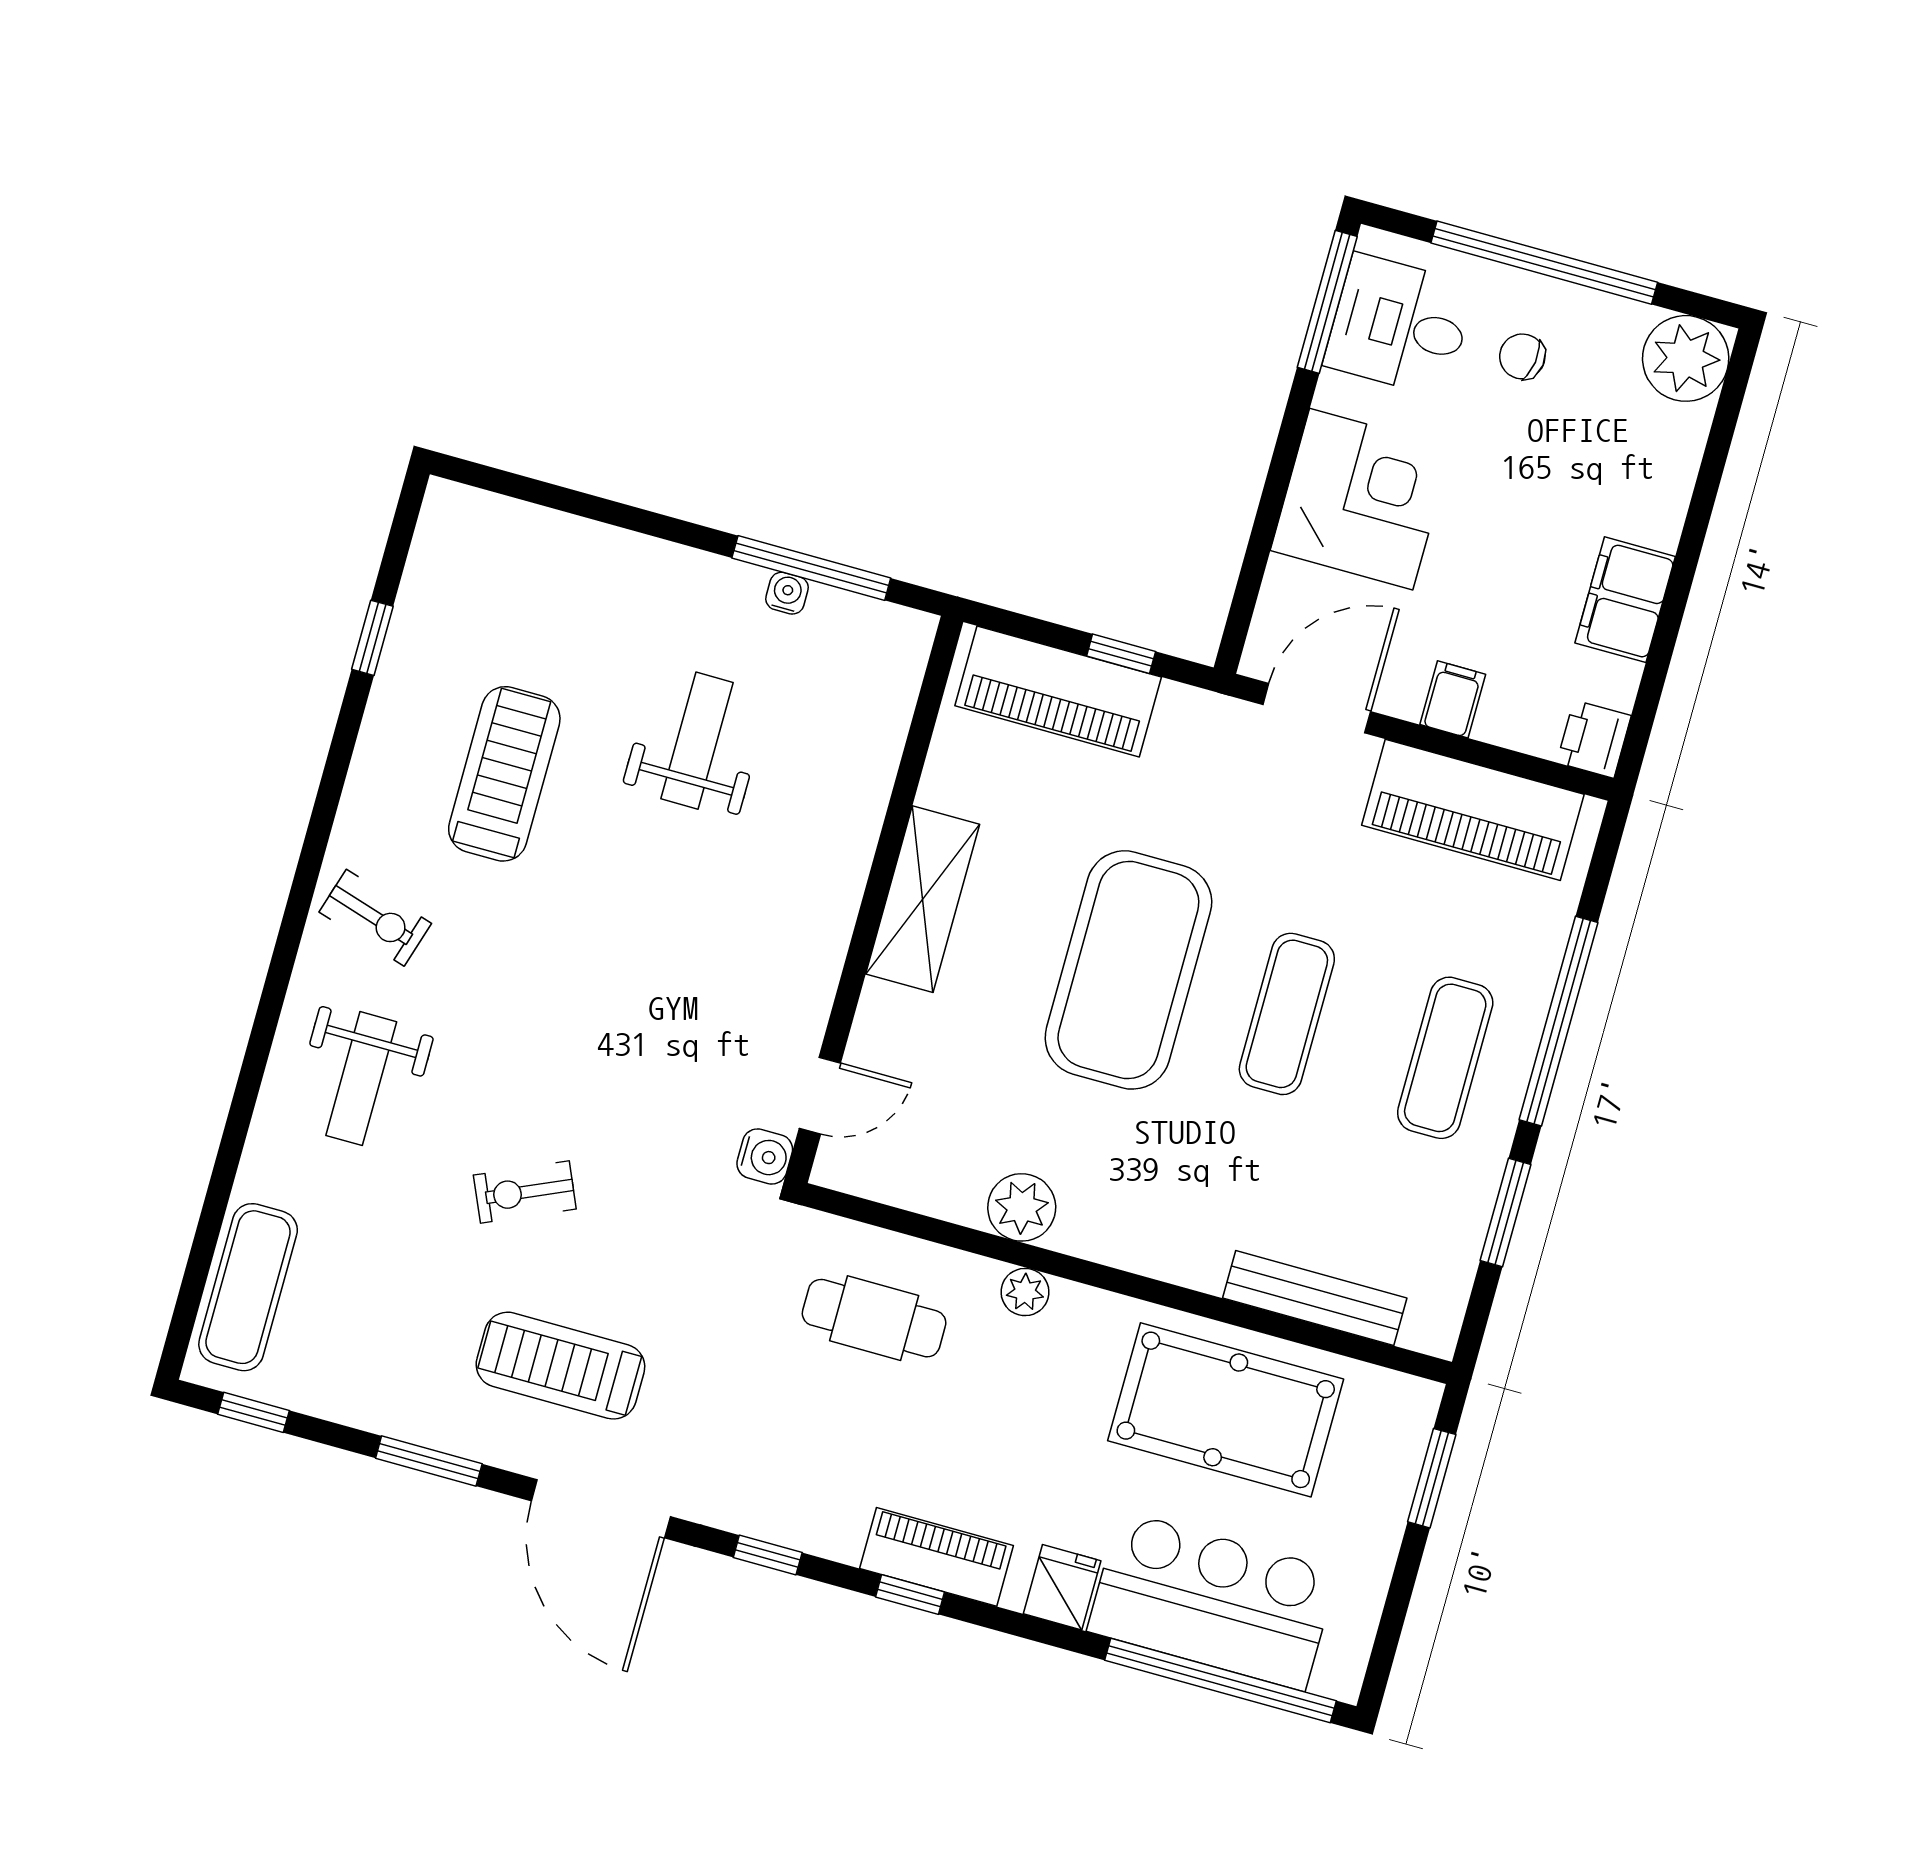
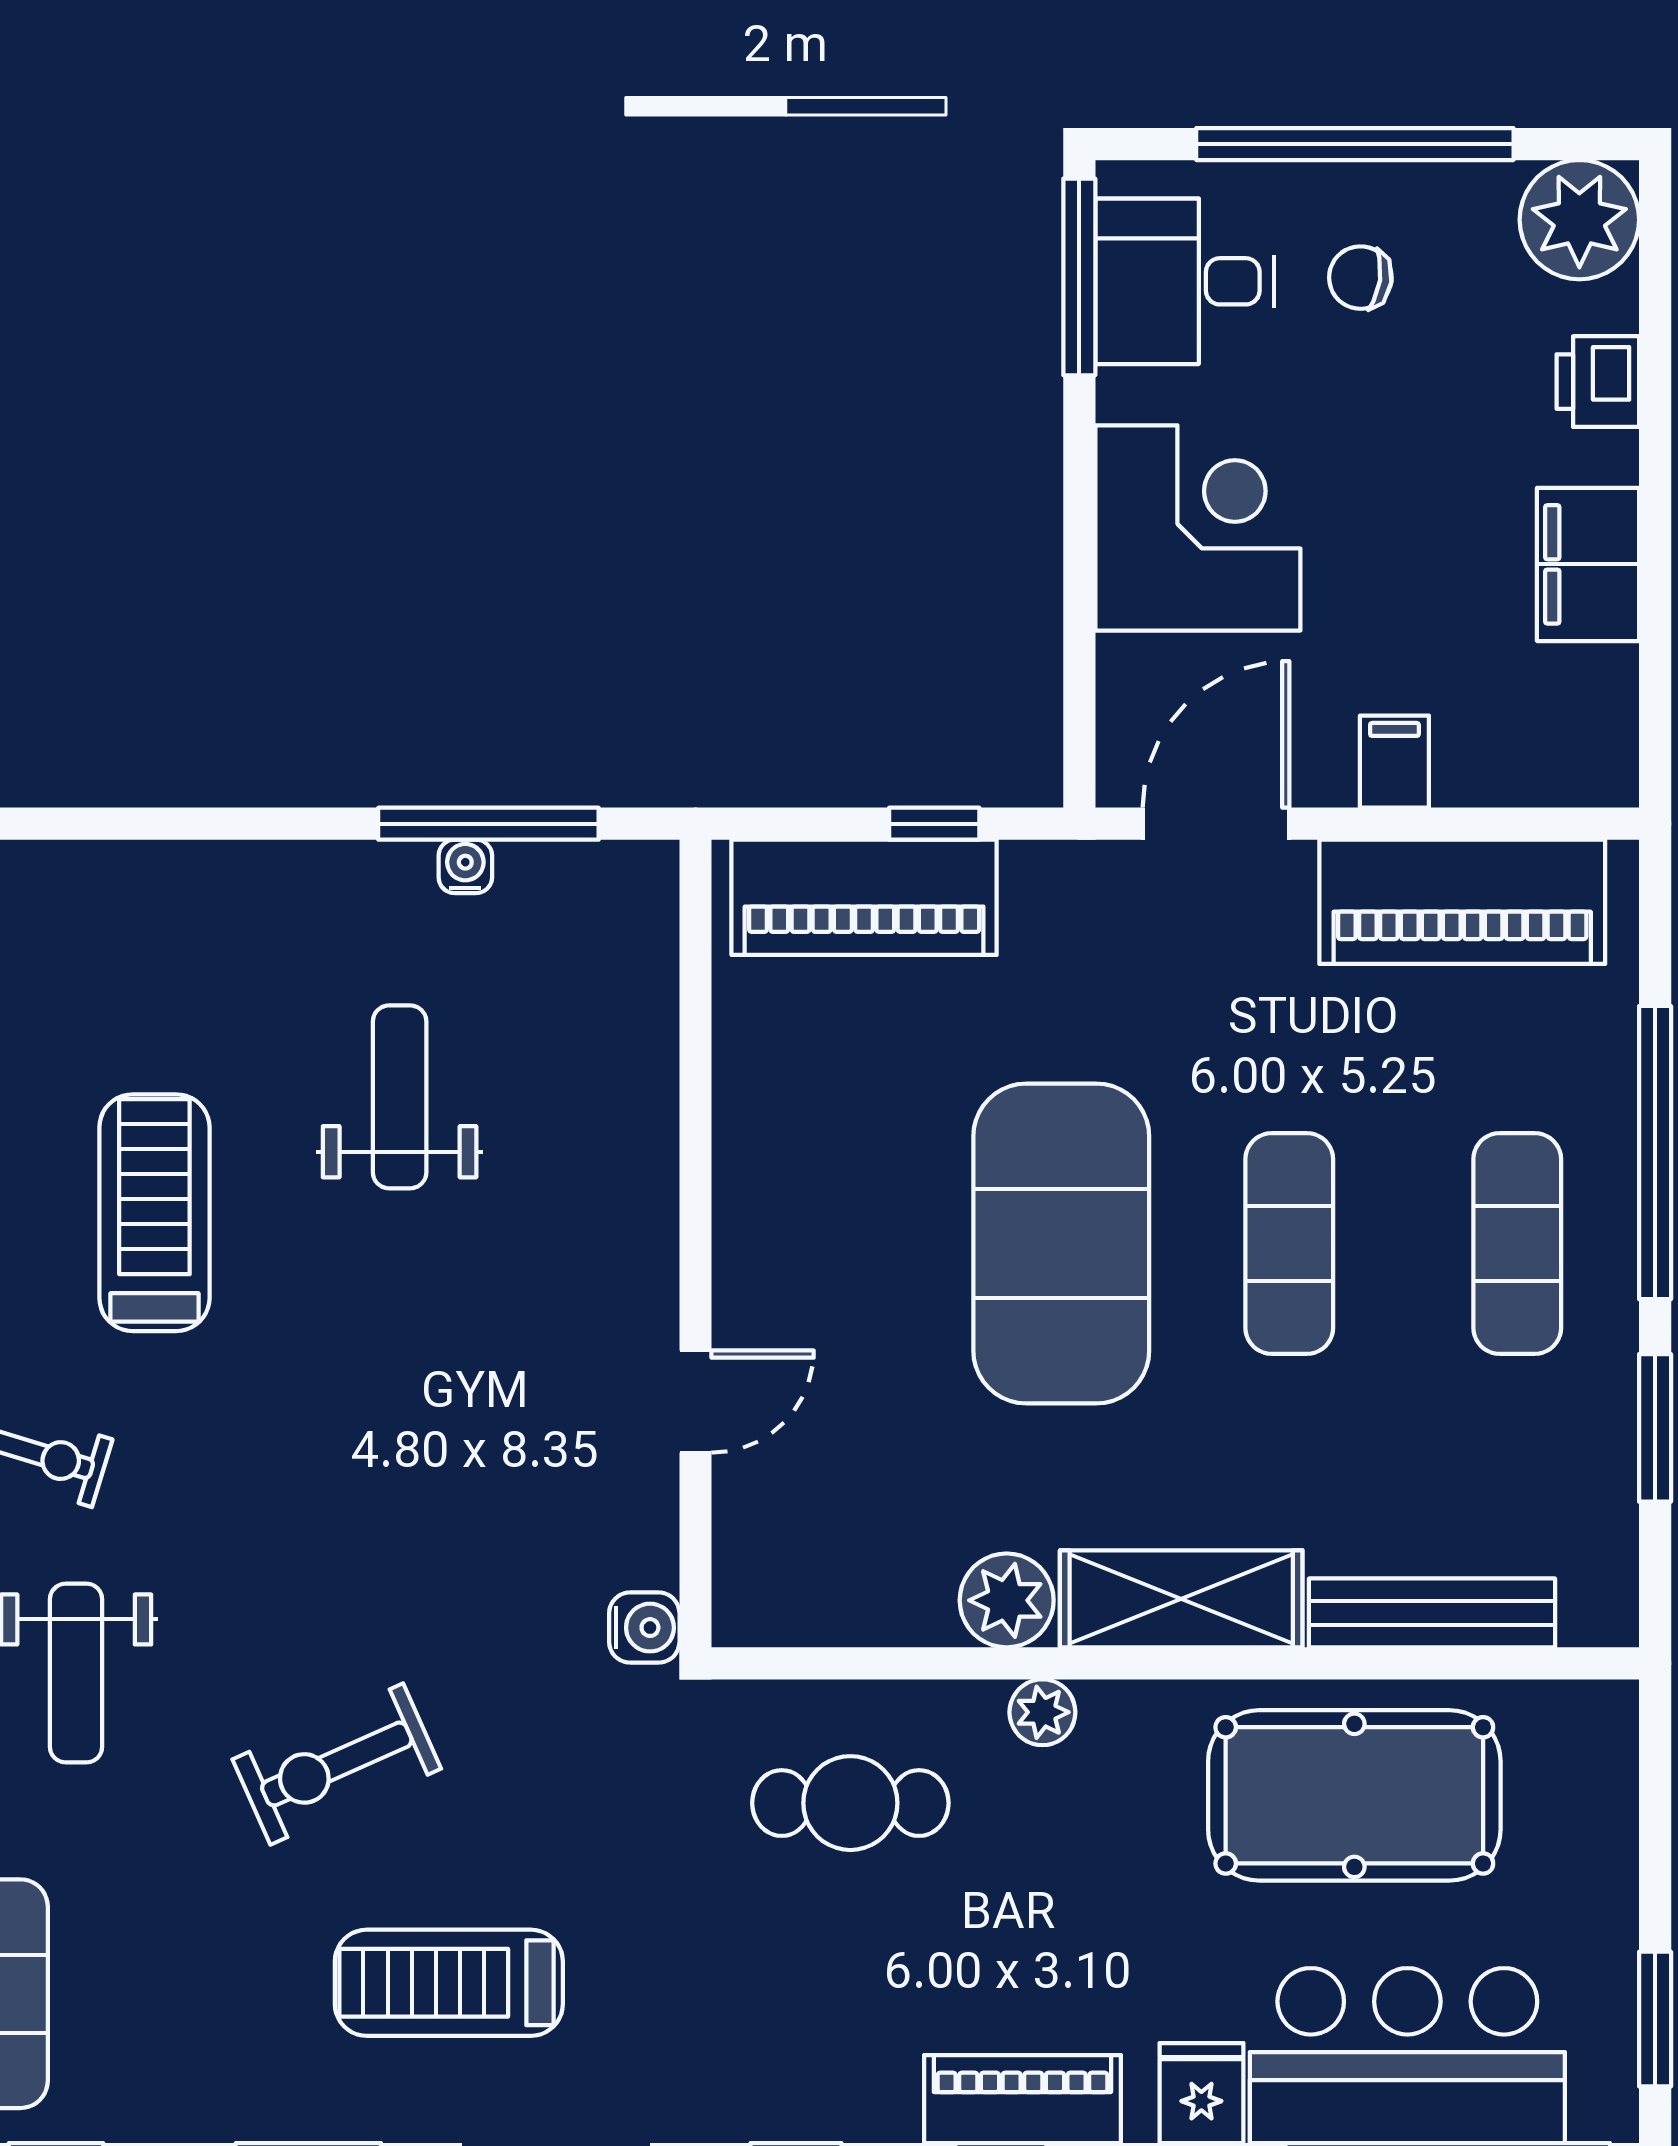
printer: (1594, 739) -> (1598, 382), moved
shelving: (923, 899) -> (1181, 1599), moved, turned 90
door: (820, 1096) -> (695, 1402), moved
exercise bike: (525, 1192) -> (337, 1764), width x1.38, depth x1.39
window: (1432, 1478) -> (1655, 2019), moved

